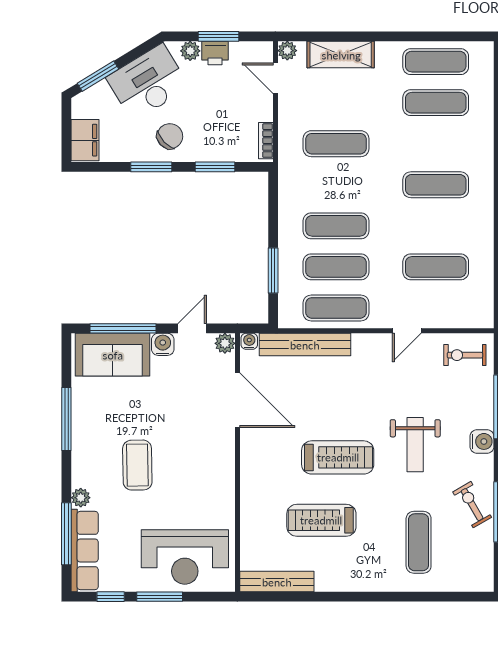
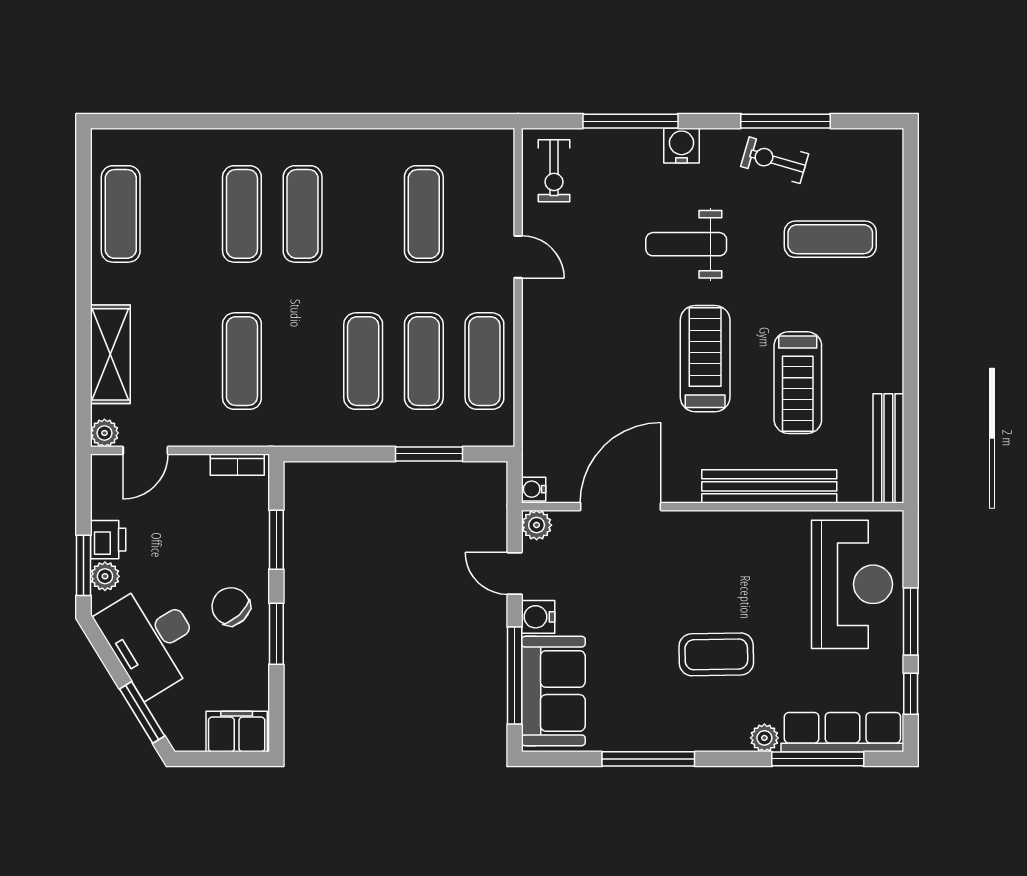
window: (219, 36) -> (83, 565), moved
exercise mat: (436, 103) -> (242, 214), moved
bench: (305, 345) -> (769, 486), moved, turned 90
weight bench: (415, 445) -> (686, 244), turned 180
exercise bike: (472, 505) -> (775, 160), turned 46

